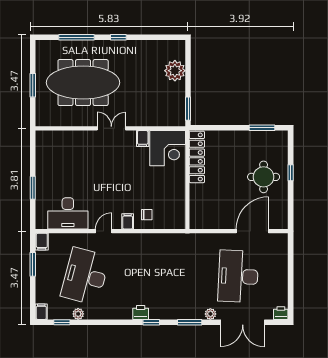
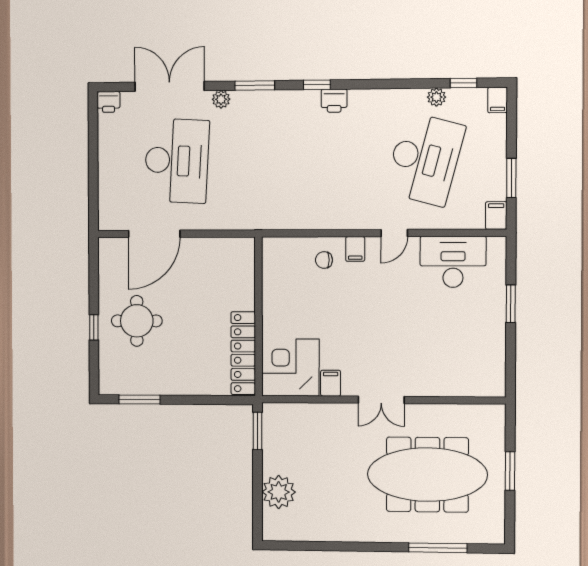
window: (118, 37) -> (370, 547), removed

